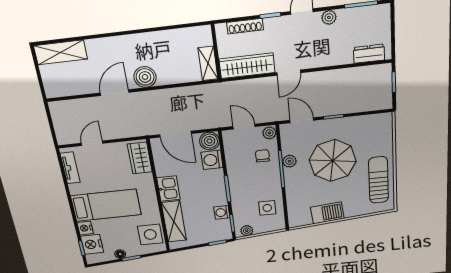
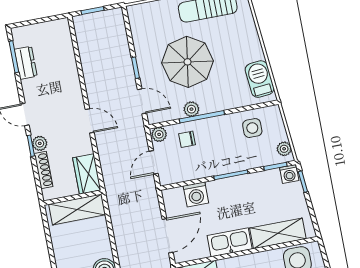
plant: (329, 17) -> (40, 143), moved
dresser: (369, 54) -> (26, 63), moved, turned 180
shelving: (208, 63) -> (77, 209), width x1.50, depth x1.33
wardrobe: (247, 66) -> (87, 174), width x0.67
door: (302, 120) -> (142, 101), swing flipped
boiler: (209, 141) -> (173, 198), removed
kitchen sink: (168, 189) -> (230, 242), width x1.38
washing machine: (222, 212) -> (289, 174), moved
barbecue: (327, 213) -> (260, 79), moved

